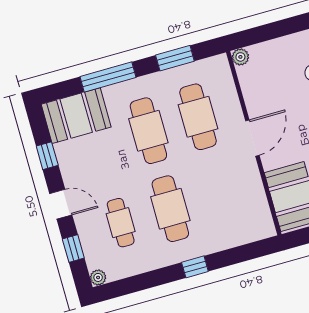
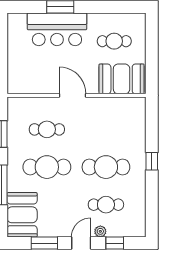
plant: (240, 57) -> (13, 88), removed
cafe table: (198, 117) -> (47, 129), width x0.73, depth x0.74
window: (47, 156) -> (44, 243), width x1.50
plant: (98, 277) -> (100, 231), moved

